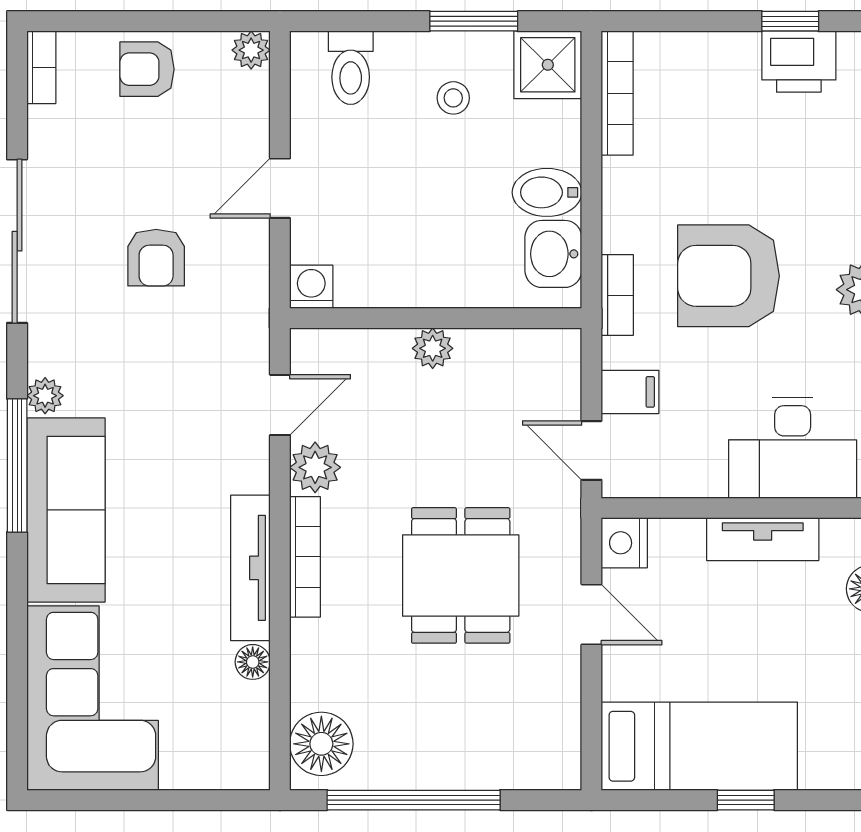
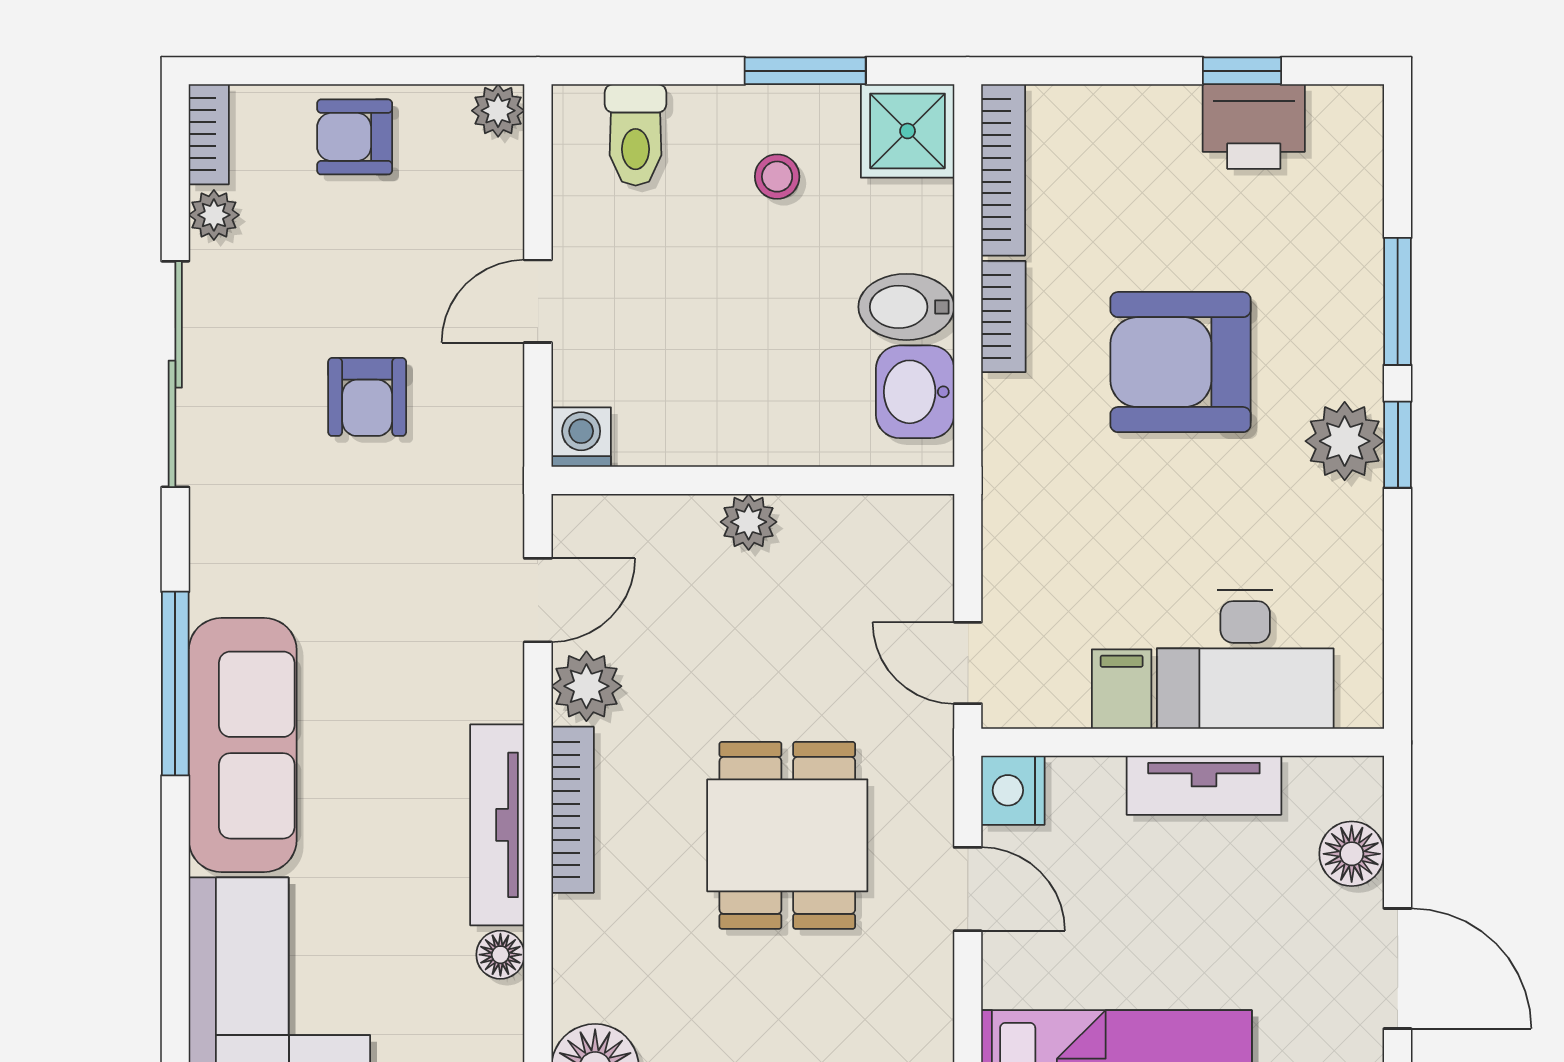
armchair: (729, 276) -> (1181, 362), moved
bookcase: (617, 295) -> (1003, 317), moved
filing cabinet: (630, 392) -> (1122, 689), moved, turned -90
plant: (45, 396) -> (214, 215), moved

